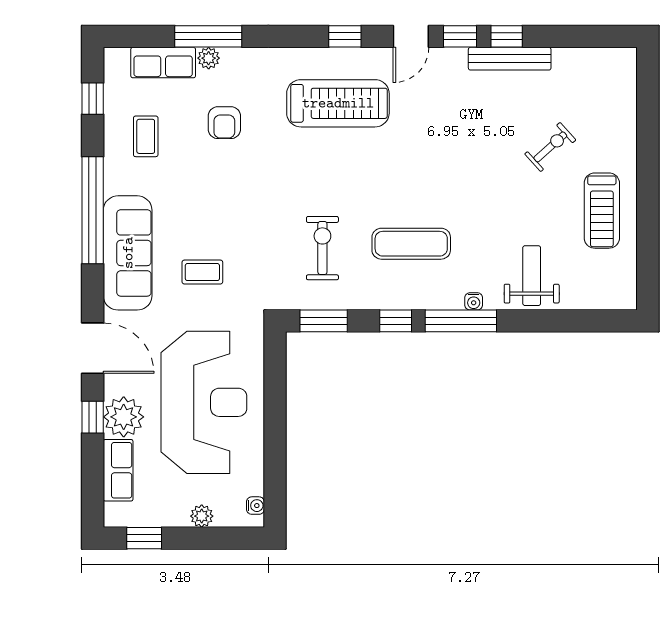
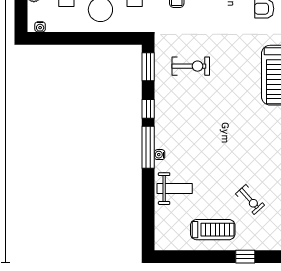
window: (648, 155) -> (245, 257), added
treadmill: (602, 211) -> (213, 230), turned 180
exercise mat: (411, 244) -> (193, 118), removed

